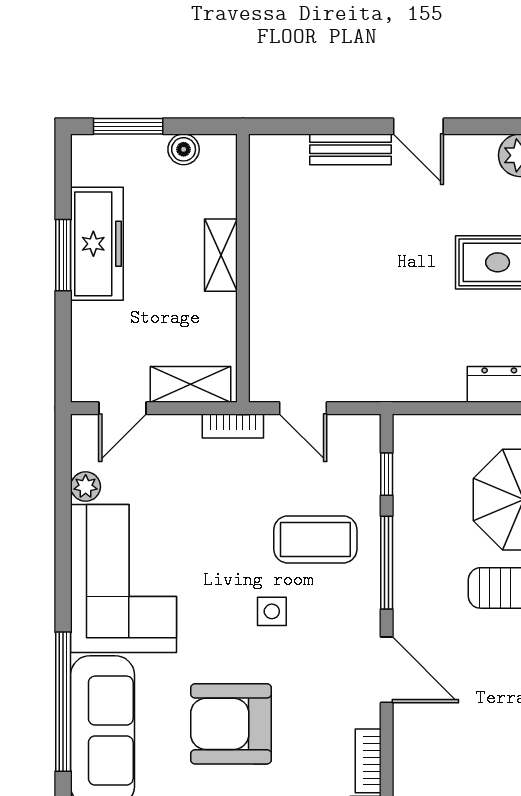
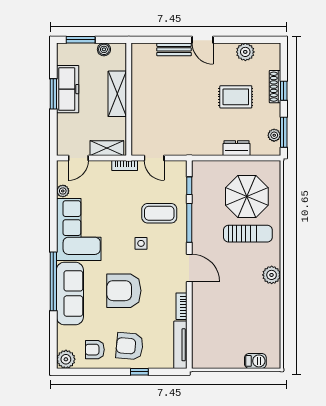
shelving: (221, 255) -> (117, 94), width x1.50, depth x1.33

